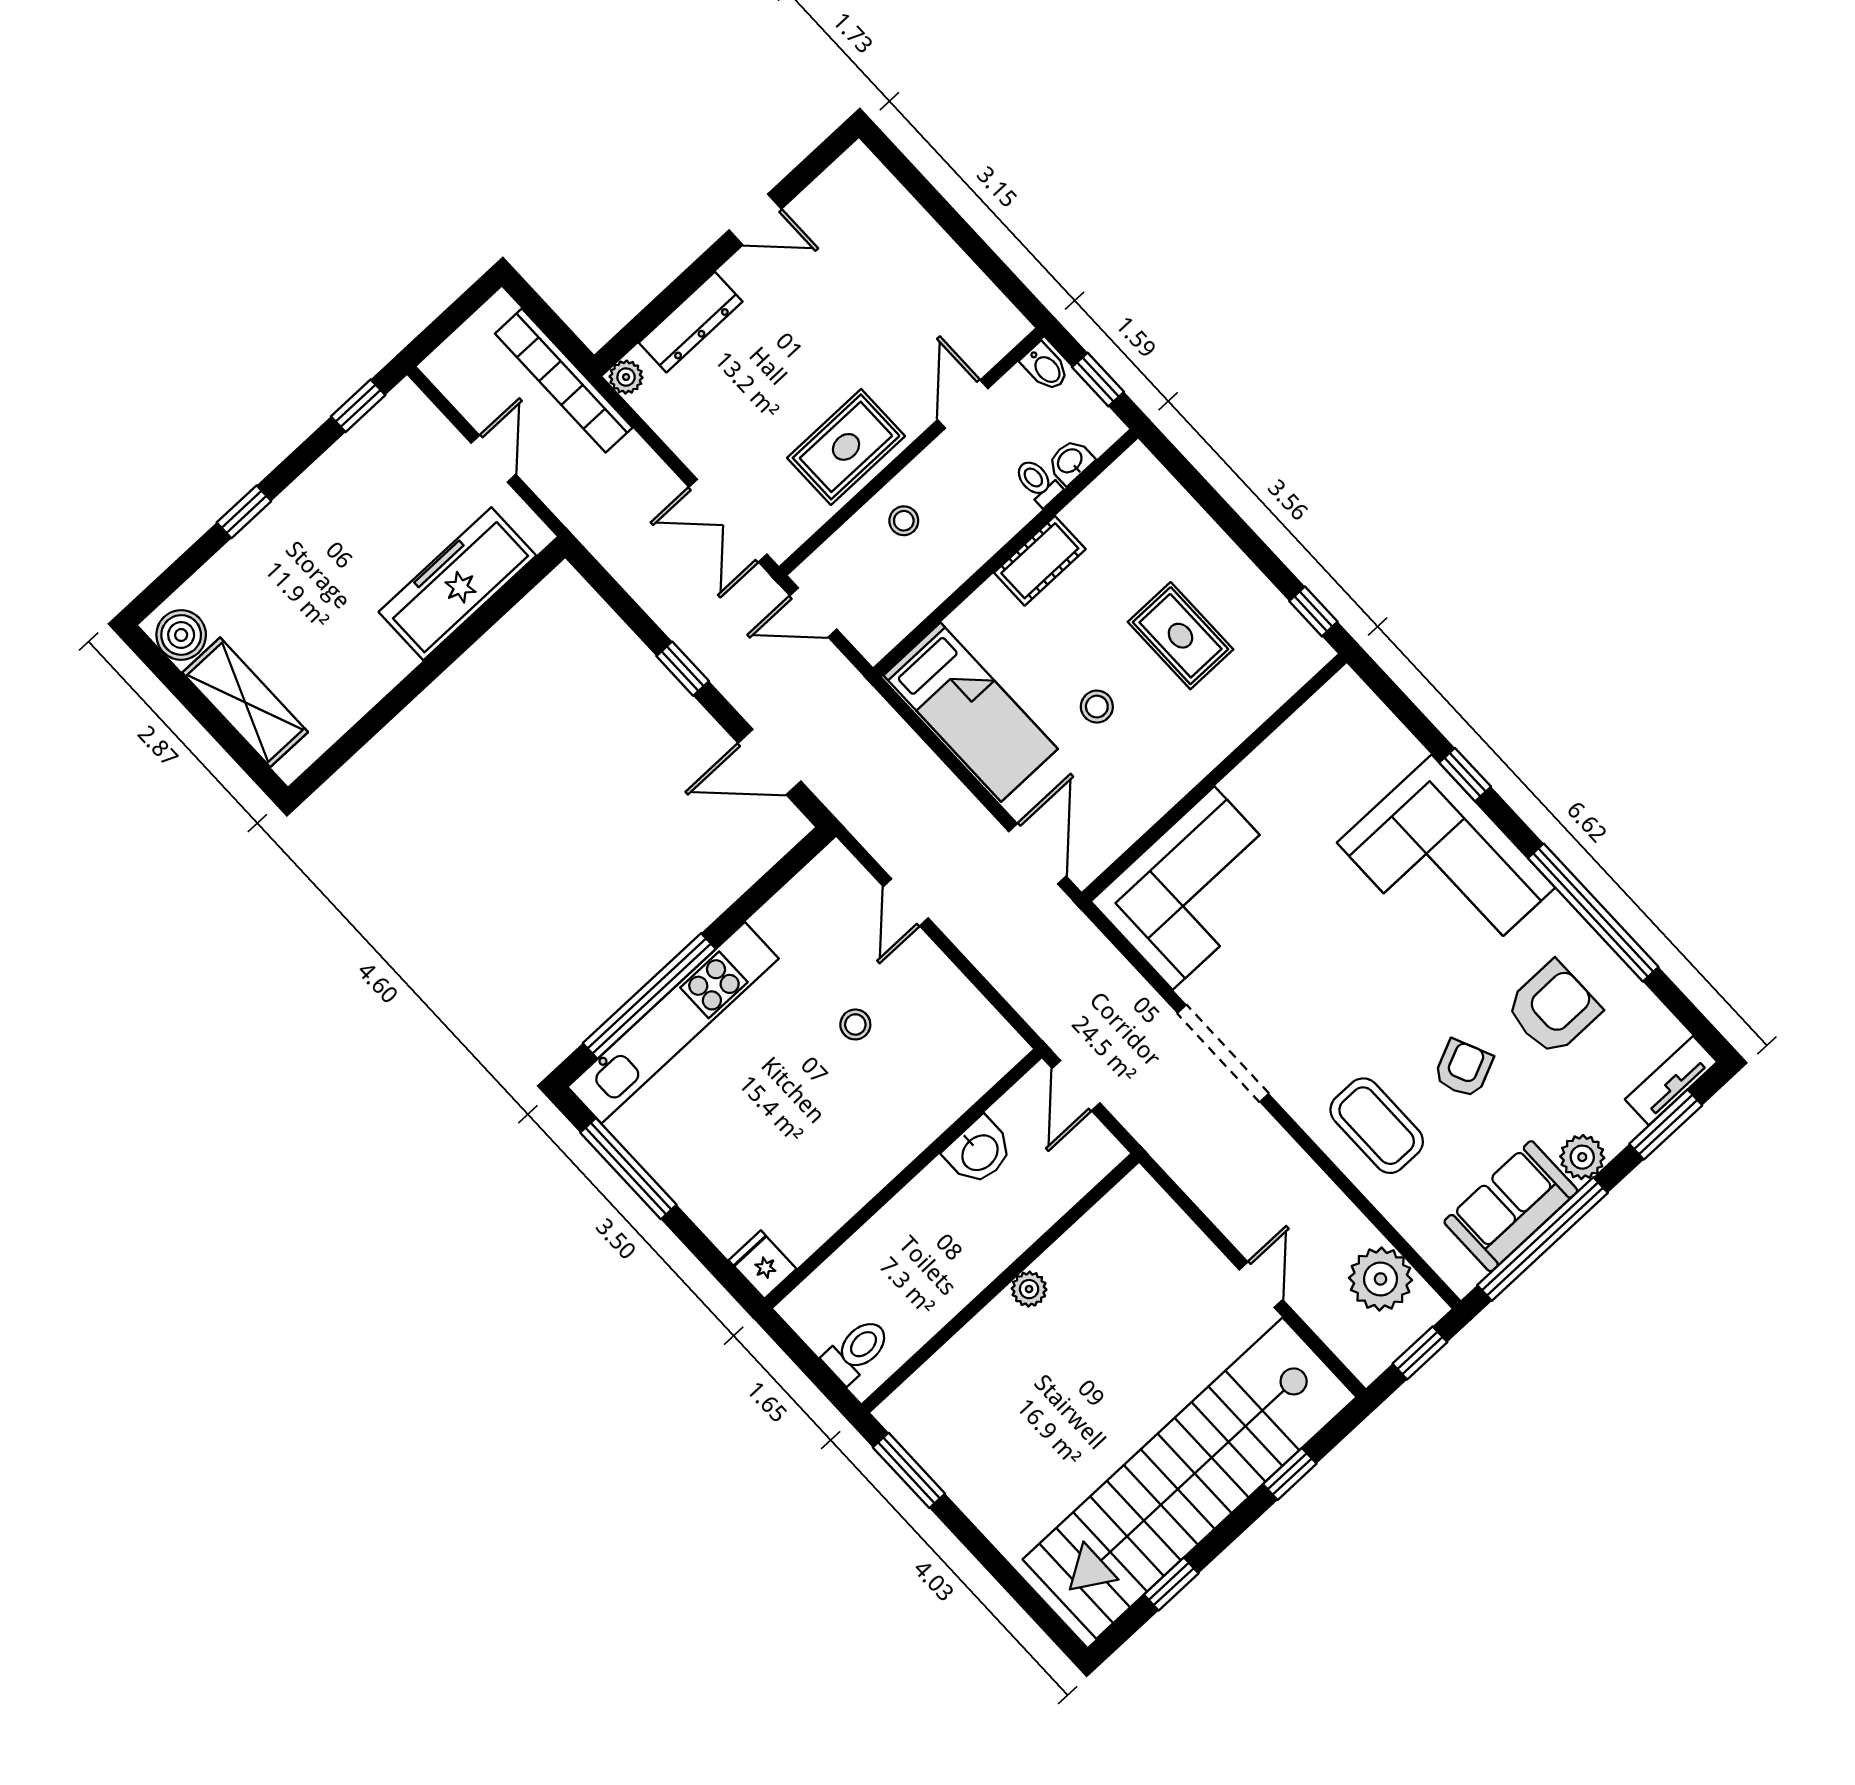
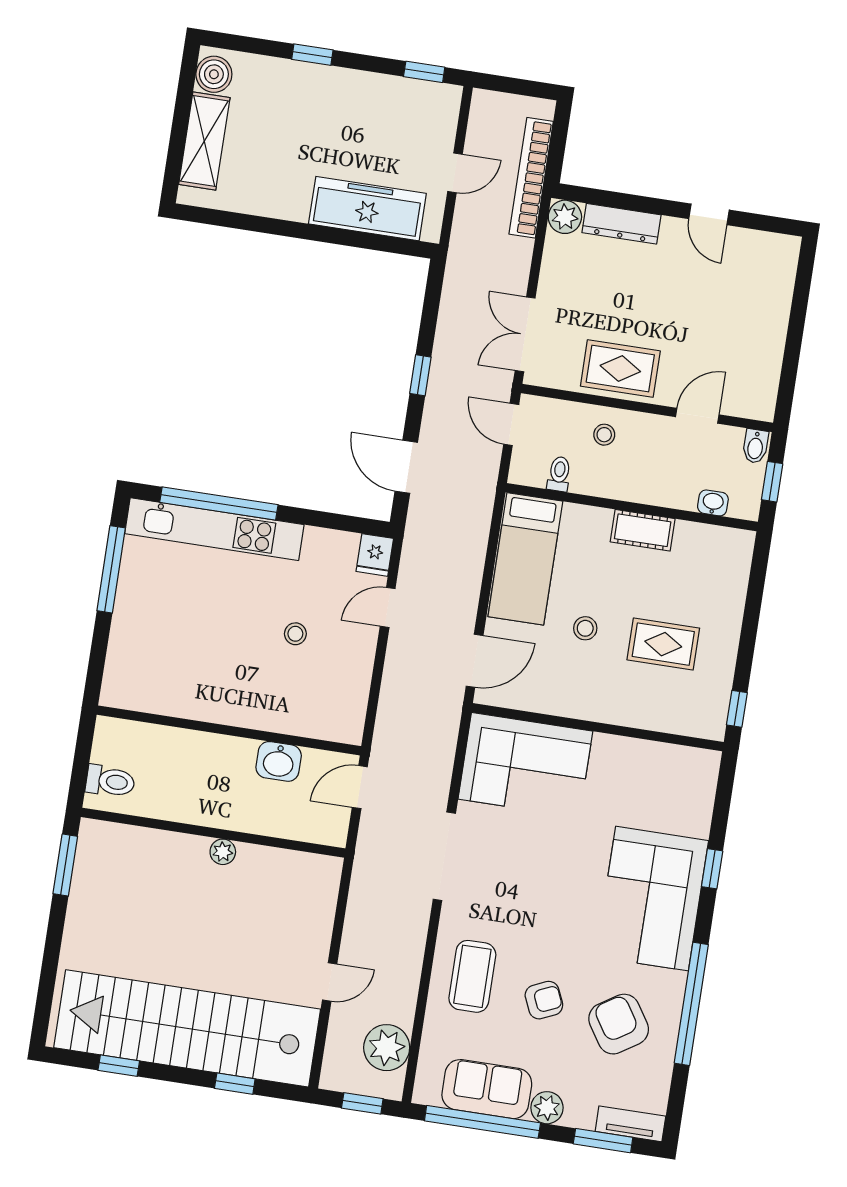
plant: (626, 377) -> (565, 217), width x1.38, depth x1.38
toilet: (1038, 482) -> (559, 474), moved
rug: (1180, 636) -> (663, 644), turned 90
armchair: (1553, 1008) -> (619, 1024), turned -123
fridge: (763, 1265) -> (375, 555), moved, turned 180

